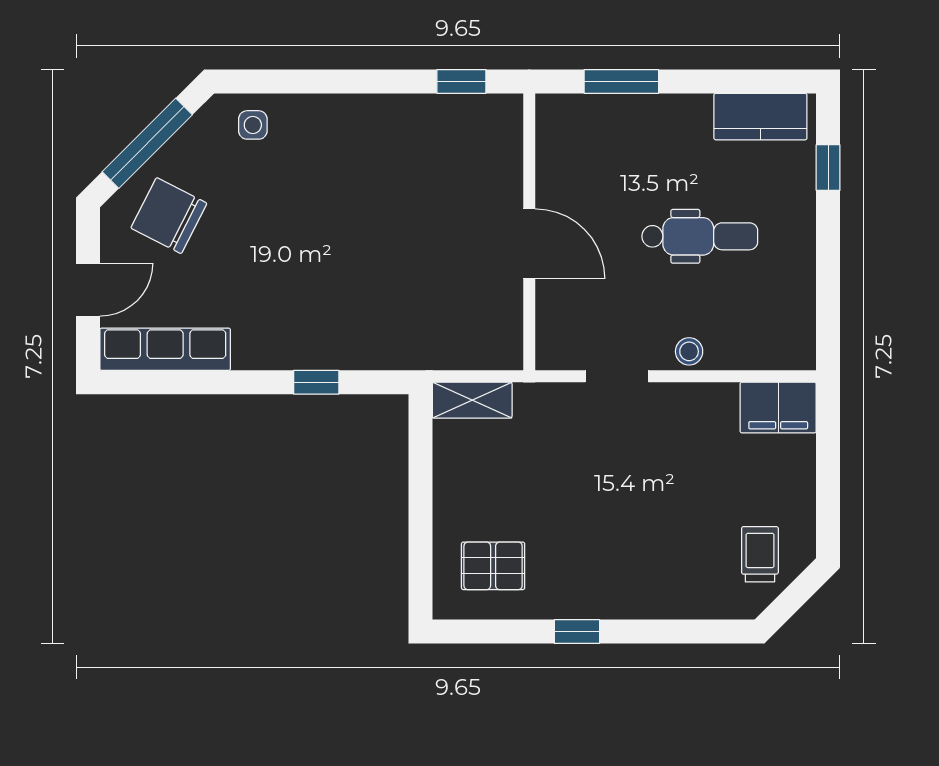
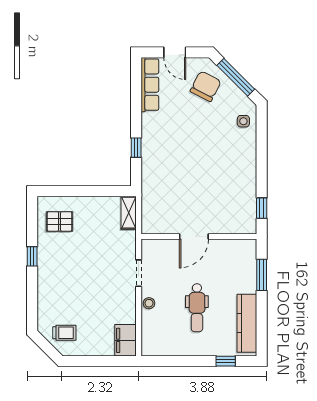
kitchen counter: (760, 117) -> (247, 323), width x1.50
pallet: (493, 566) -> (60, 221), turned 90

